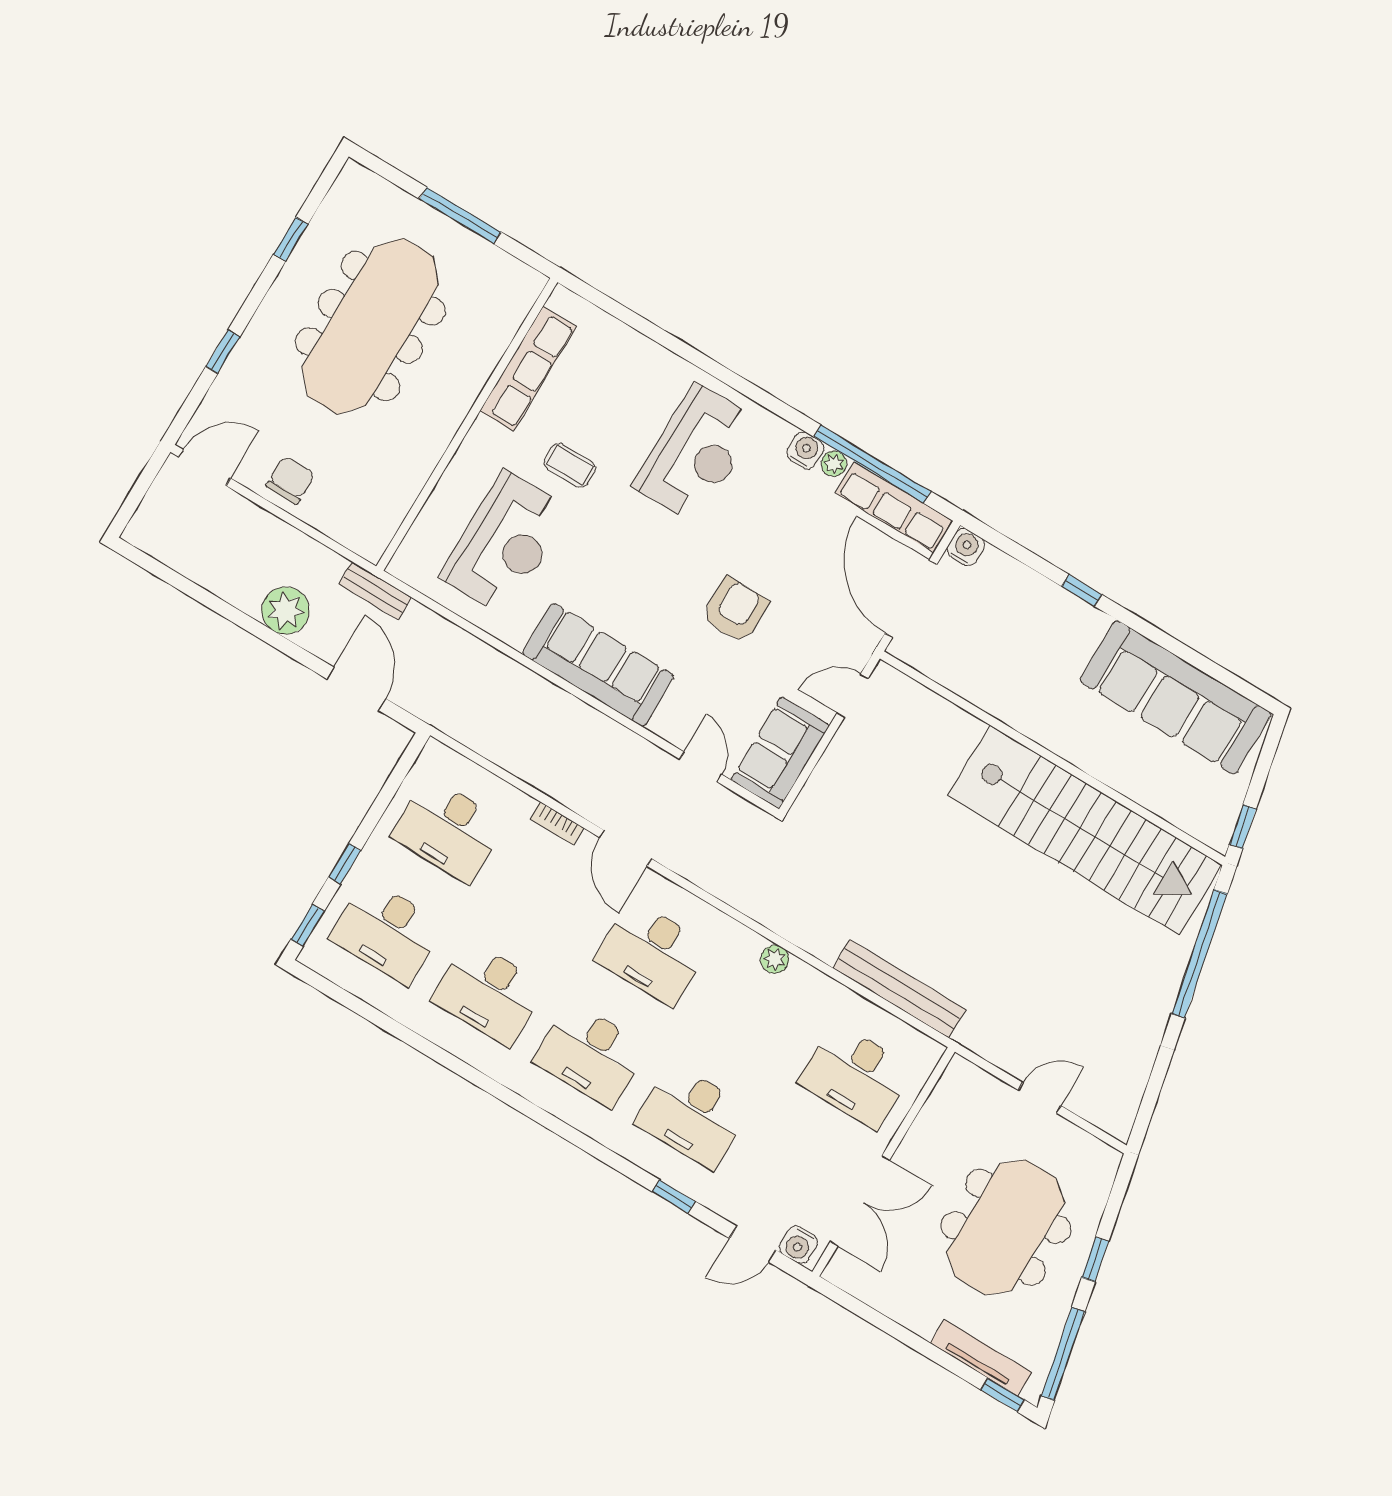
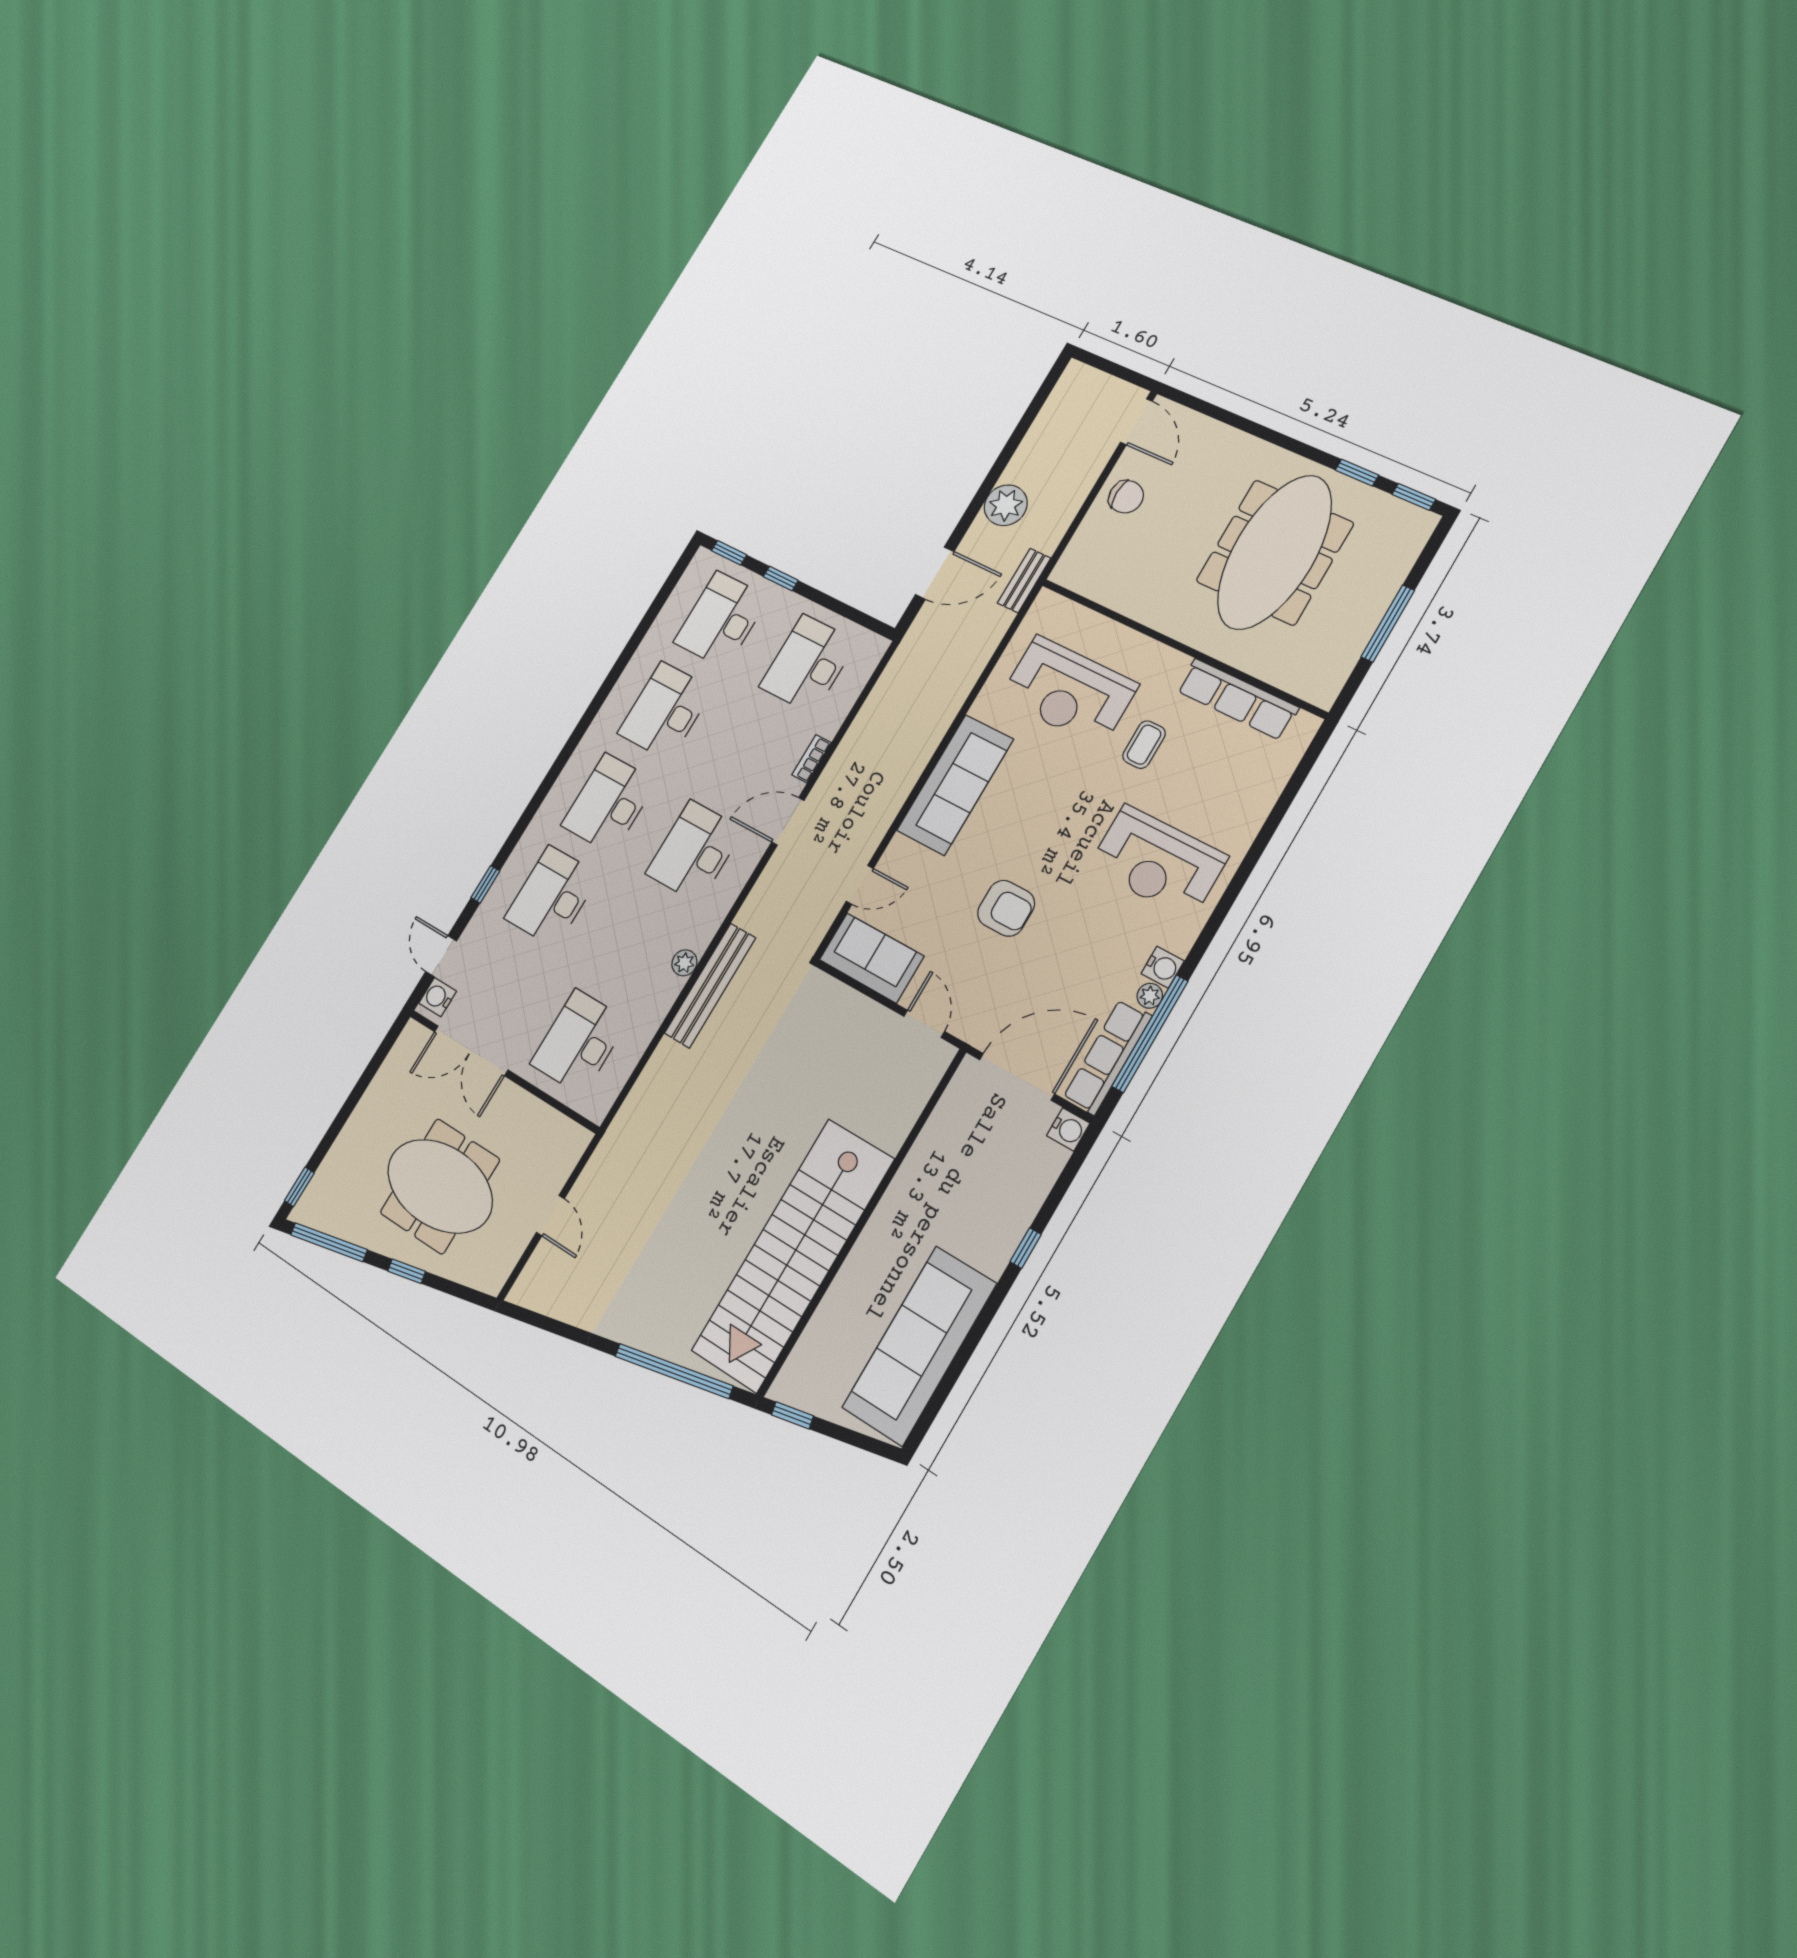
meeting table: (370, 326) -> (1275, 552), turned 90
window: (223, 352) -> (1414, 497), moved
bench: (899, 989) -> (710, 985), moved
tv unit: (981, 1358) -> (332, 1166), removed

